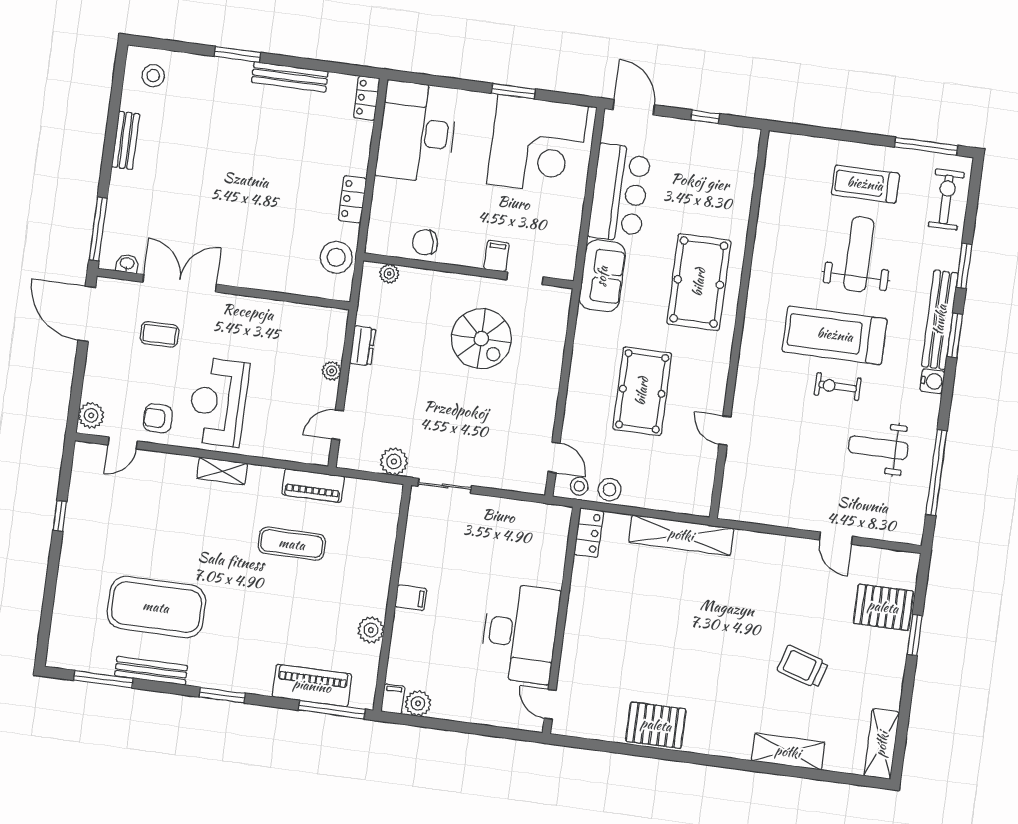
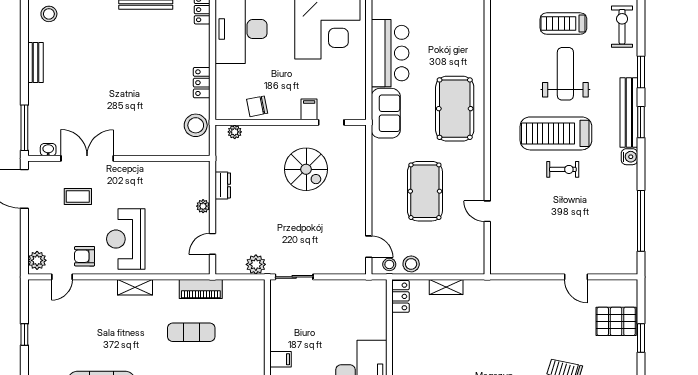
exercise bike: (838, 387) -> (563, 169), turned 180
weight bench: (878, 448) -> (597, 209), removed
shelving: (681, 535) -> (446, 287), width x0.45, depth x0.75

